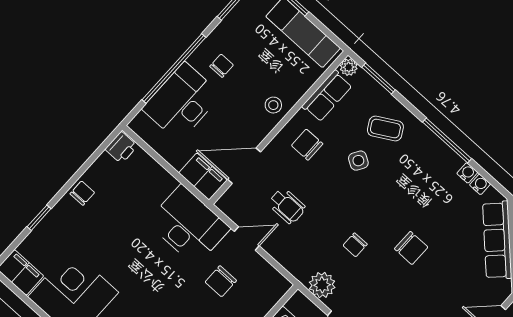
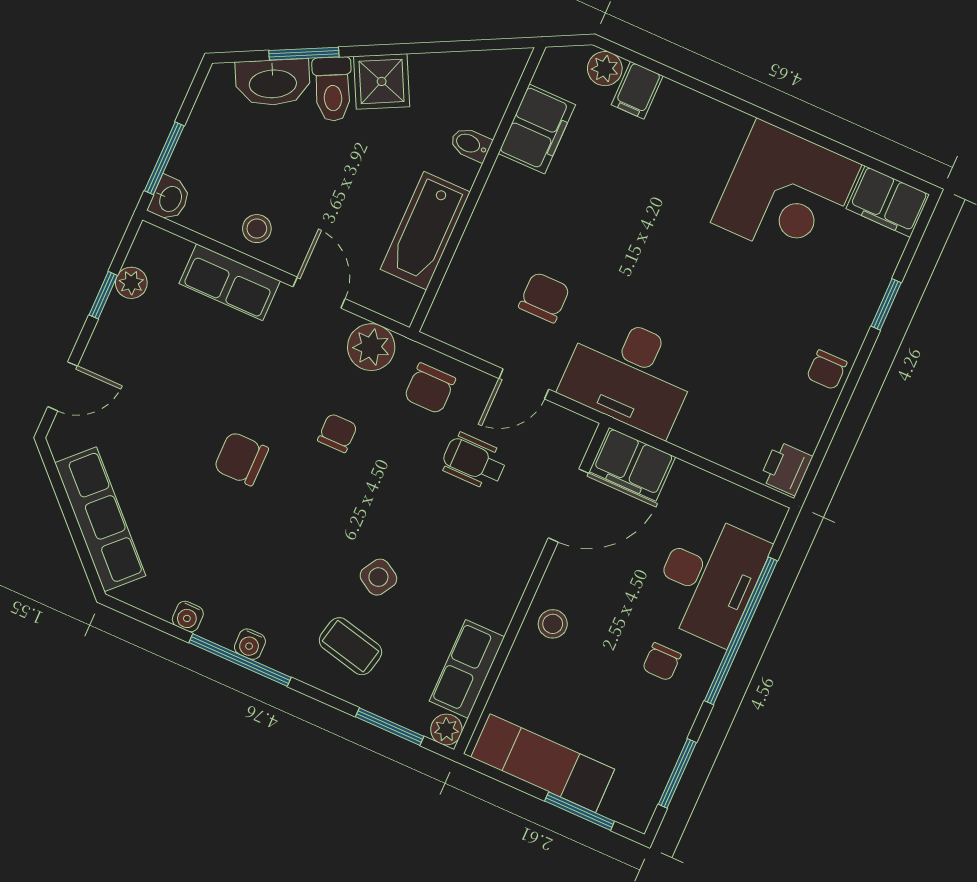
coffee table: (385, 128) -> (350, 646), turned 43
chair: (307, 145) -> (430, 388), moved, turned 90
water cooler: (480, 184) -> (250, 644), moved

